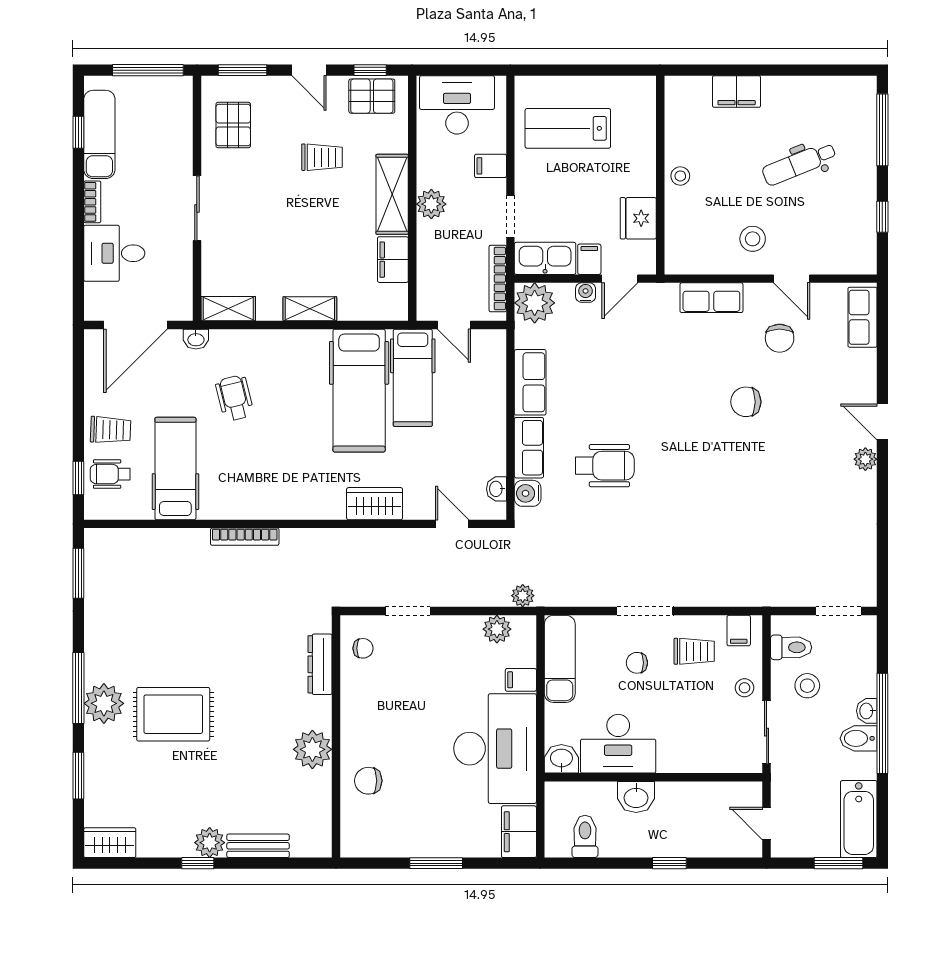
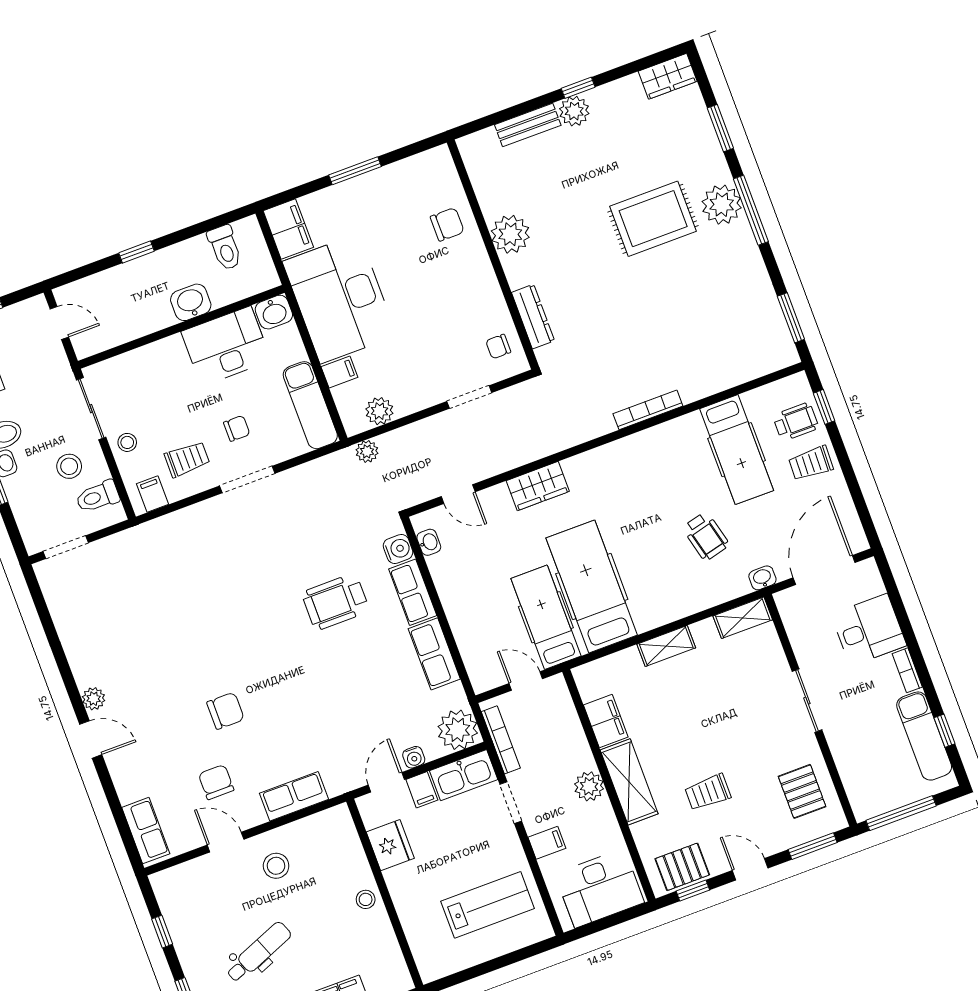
trolley: (694, 651) -> (187, 459), turned 180

